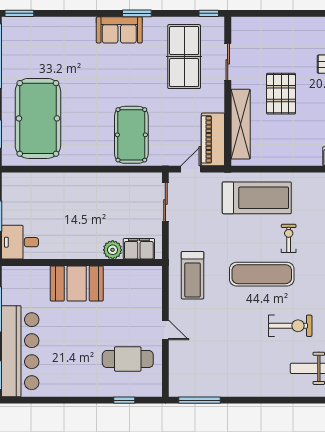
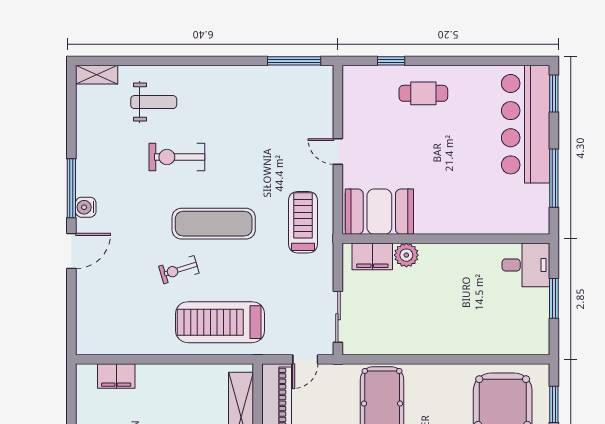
exercise bike: (289, 238) -> (179, 270), turned 73
booth: (77, 283) -> (379, 212), moved
cafe table: (128, 359) -> (423, 93), moved, width x0.73, depth x0.74

